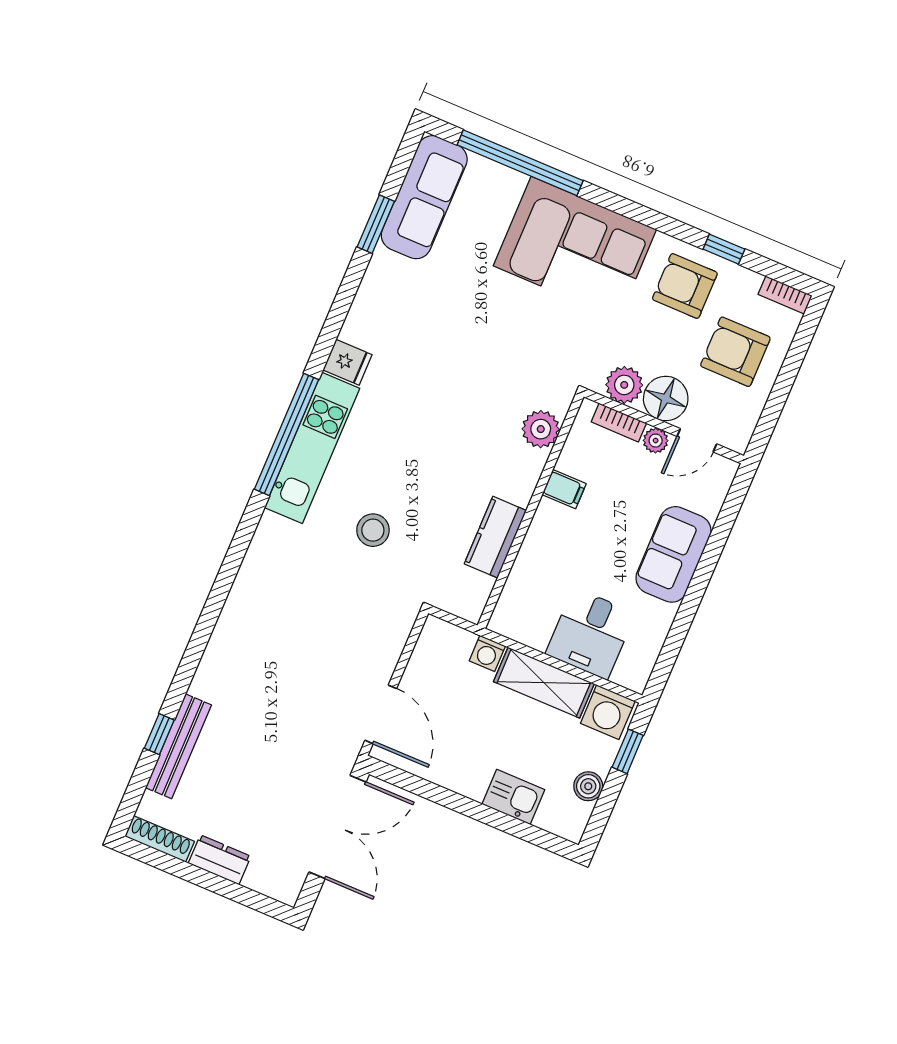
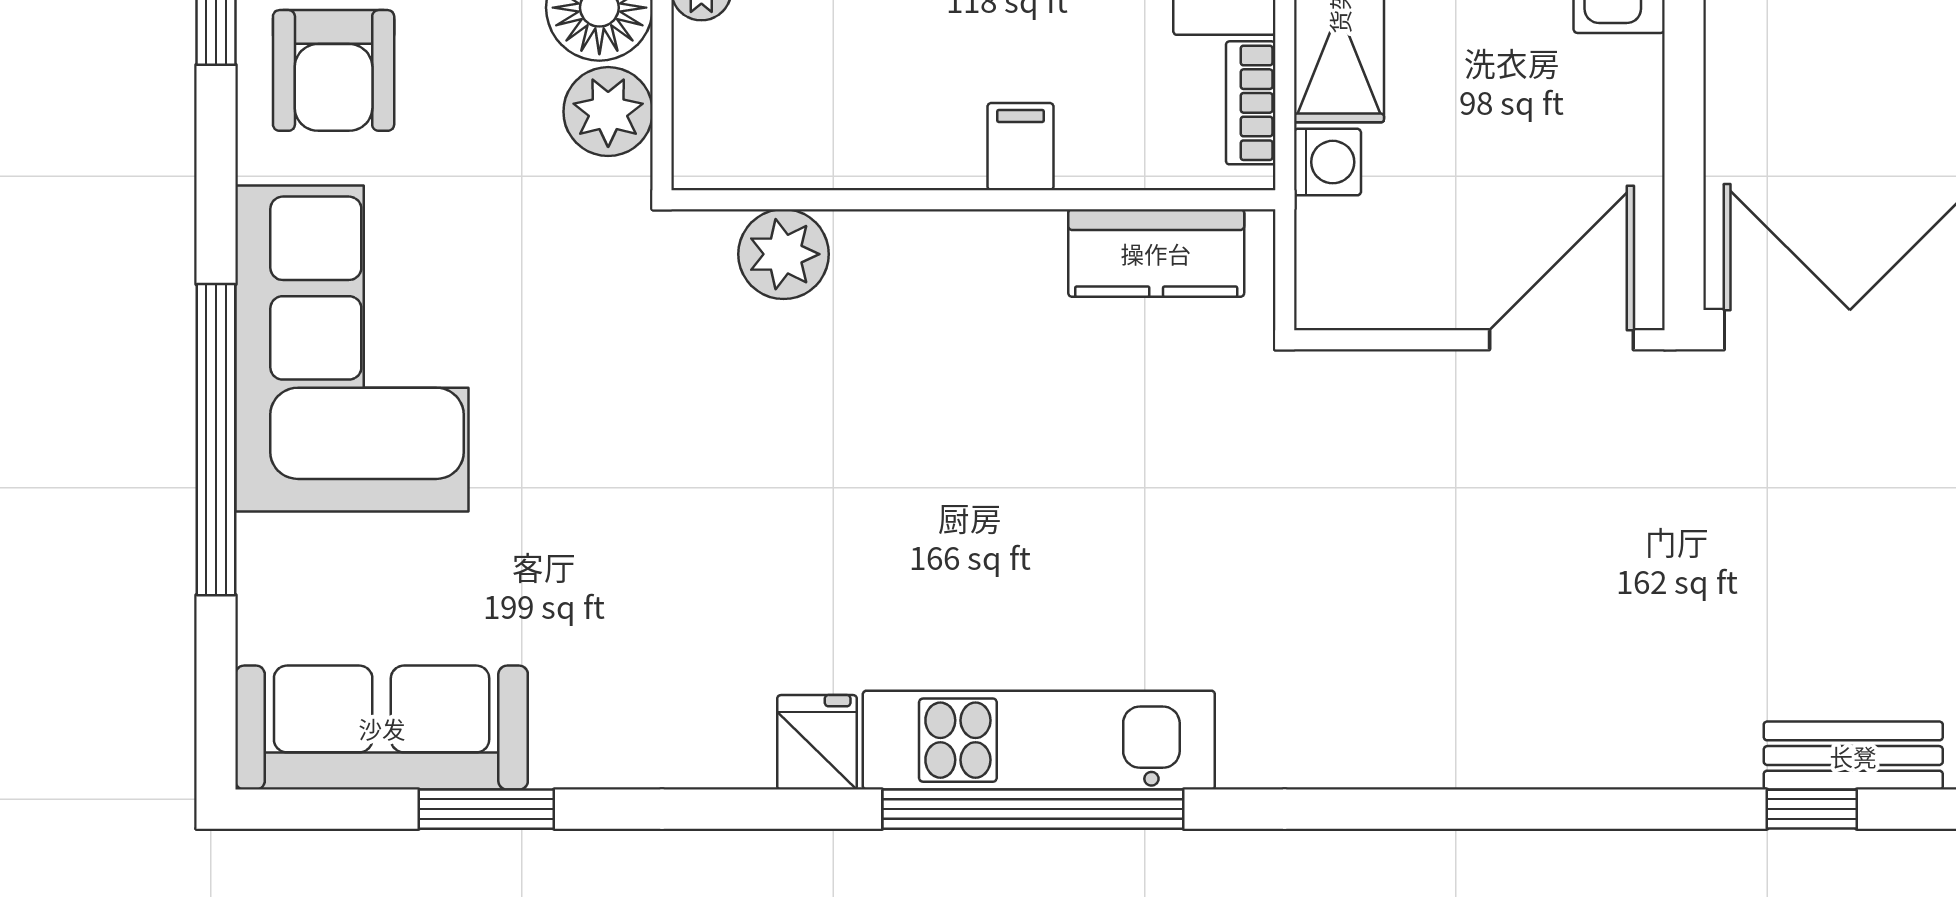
window: (520, 163) -> (216, 440), moved
bookcase: (619, 423) -> (1251, 103), moved, turned 180
filing cabinet: (564, 489) -> (1020, 147), moved
stool: (373, 530) -> (1163, 529), removed
kitchen counter: (495, 537) -> (1156, 253), moved
bench: (178, 746) -> (1853, 756), width x0.73

